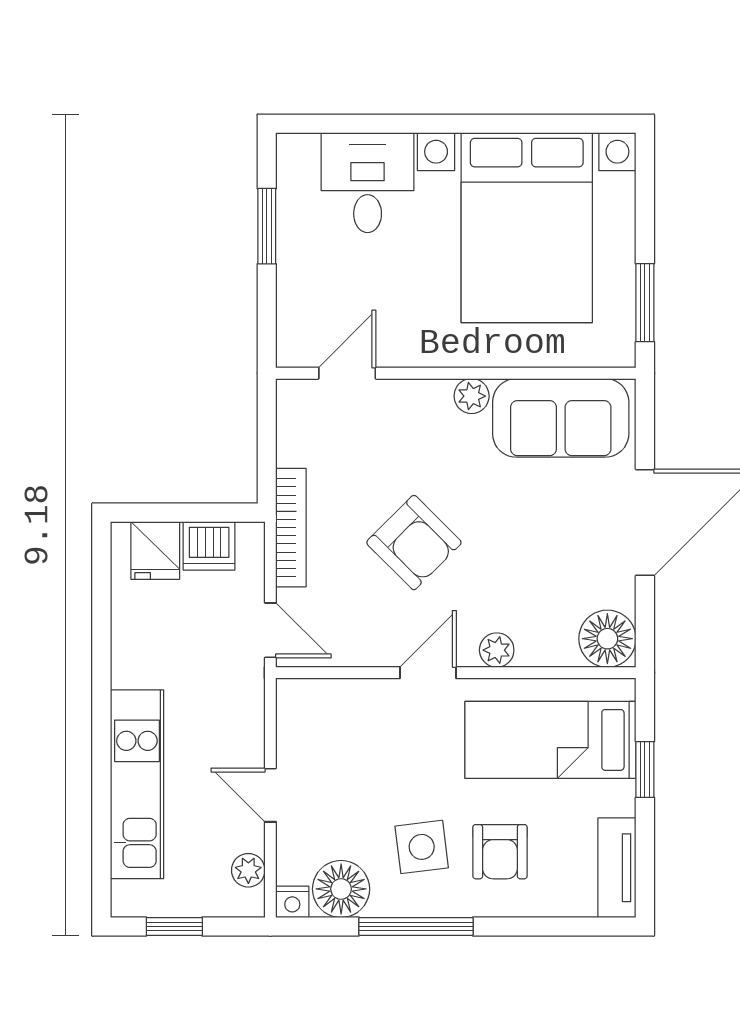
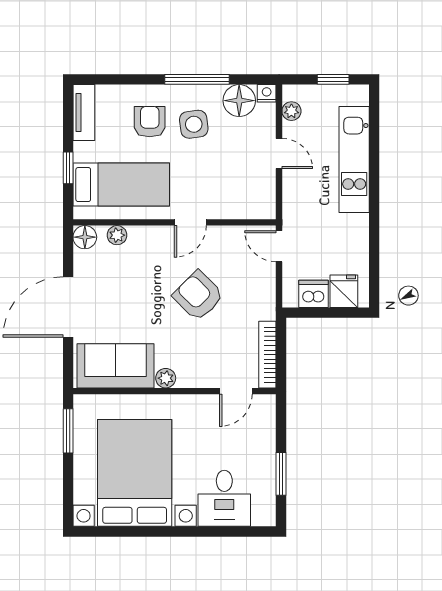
bookcase: (291, 528) -> (267, 355), moved
floor lamp: (607, 639) -> (85, 237), width x0.73, depth x0.73
plant: (497, 650) -> (117, 235), moved

